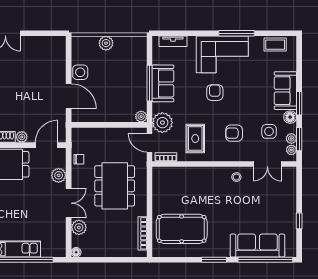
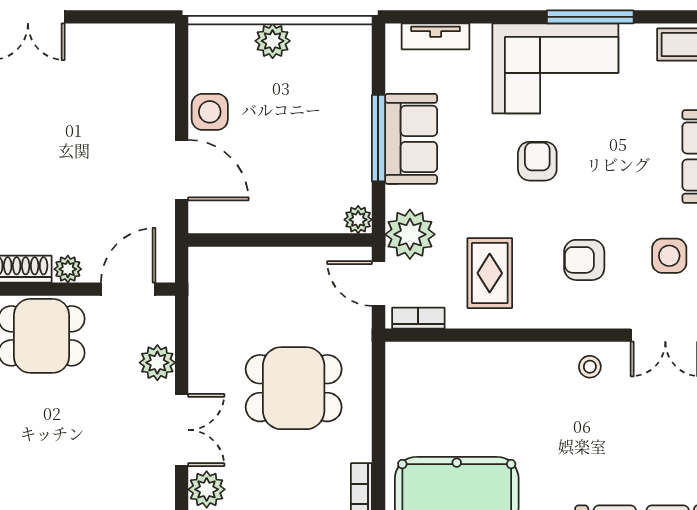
chair: (79, 159) -> (207, 323), removed
dining table: (115, 186) -> (294, 388), width x0.73

